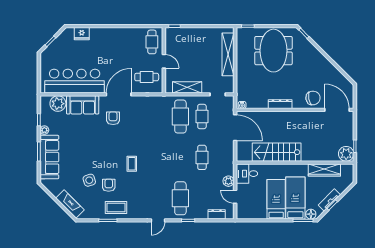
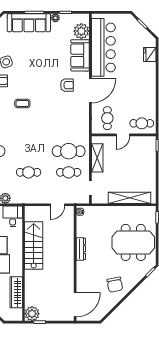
door: (119, 94) -> (90, 91), hinge flipped
chair: (313, 98) -> (115, 285), moved
door: (235, 128) -> (58, 205), width x0.53

